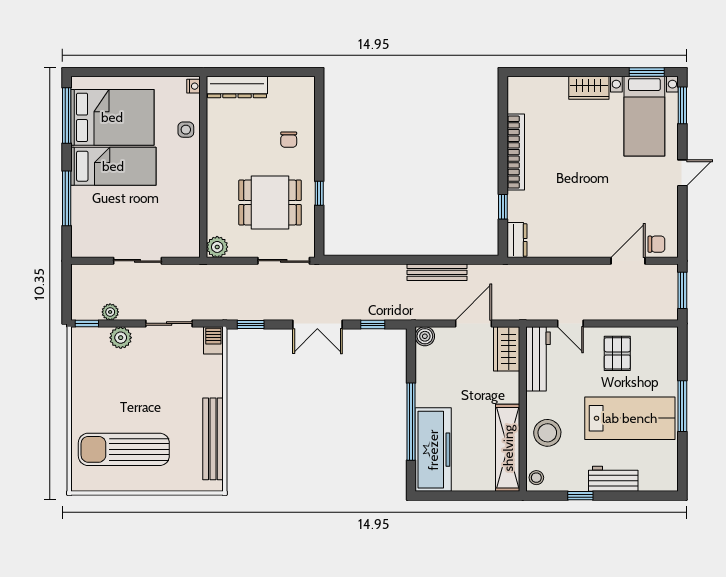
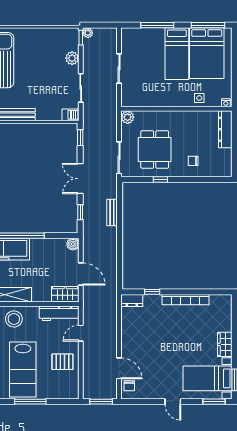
bench: (437, 272) -> (112, 213), moved, width x0.73
plant: (110, 312) -> (88, 33), moved

